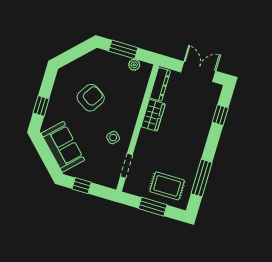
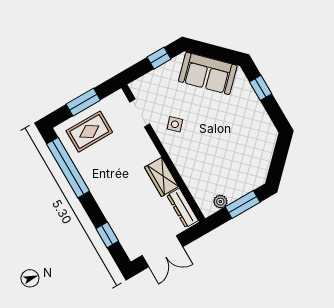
armchair: (91, 98) -> (227, 137), removed
window: (202, 178) -> (68, 168), width x1.46

